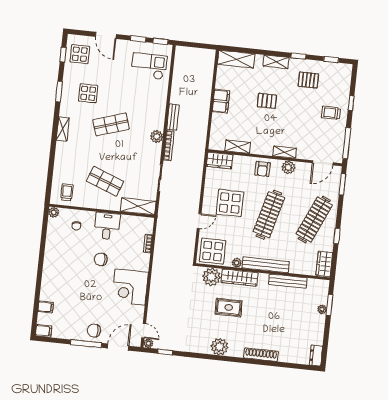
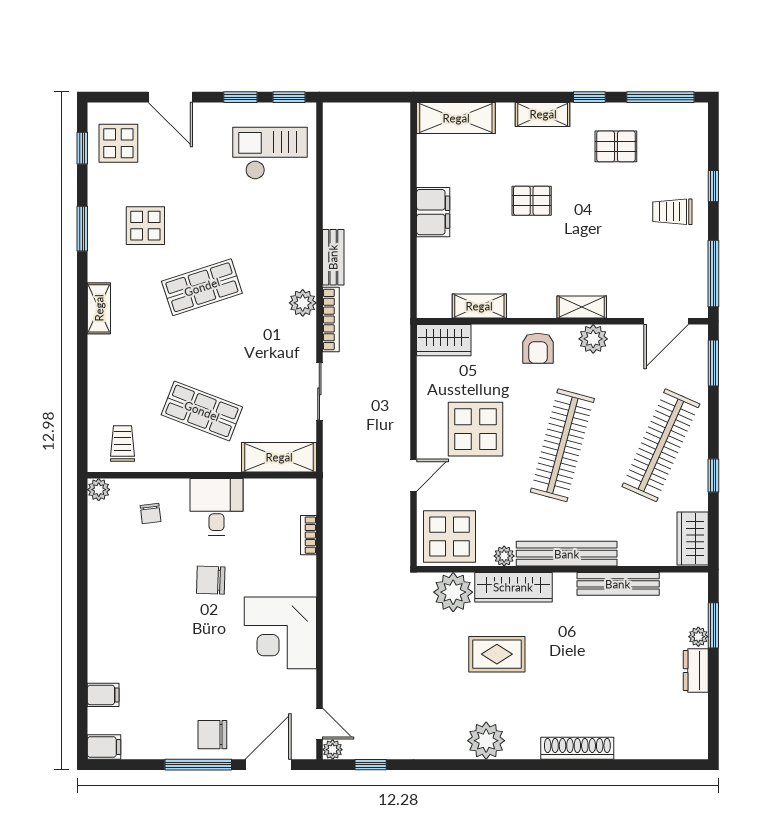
window: (331, 60) -> (660, 97), width x2.17
dresser: (316, 356) -> (696, 671), moved

